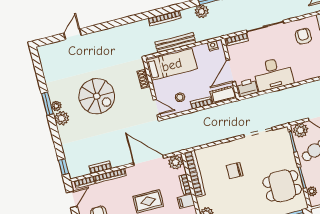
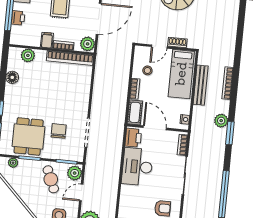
door: (157, 107) -> (159, 47), moved
chair: (235, 171) -> (59, 131), moved

